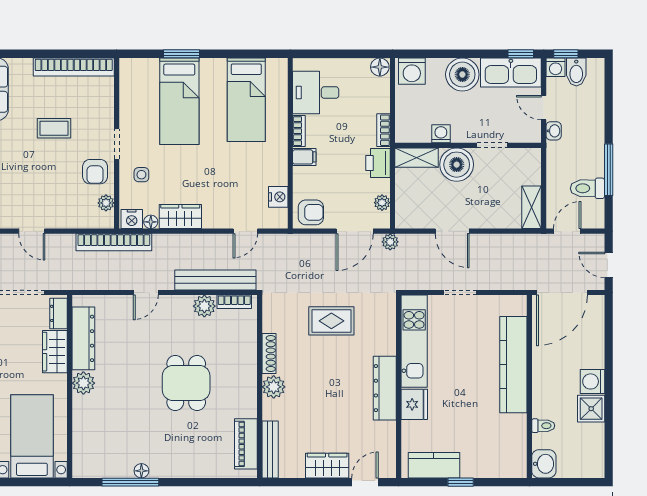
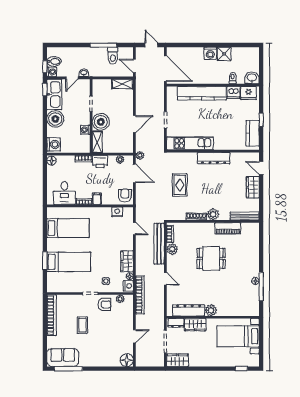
door: (609, 265) -> (151, 45), swing flipped
fridge: (414, 404) -> (248, 93), moved, turned 180
dishwasher: (515, 427) -> (233, 92), added
piano: (246, 444) -> (228, 228), moved

